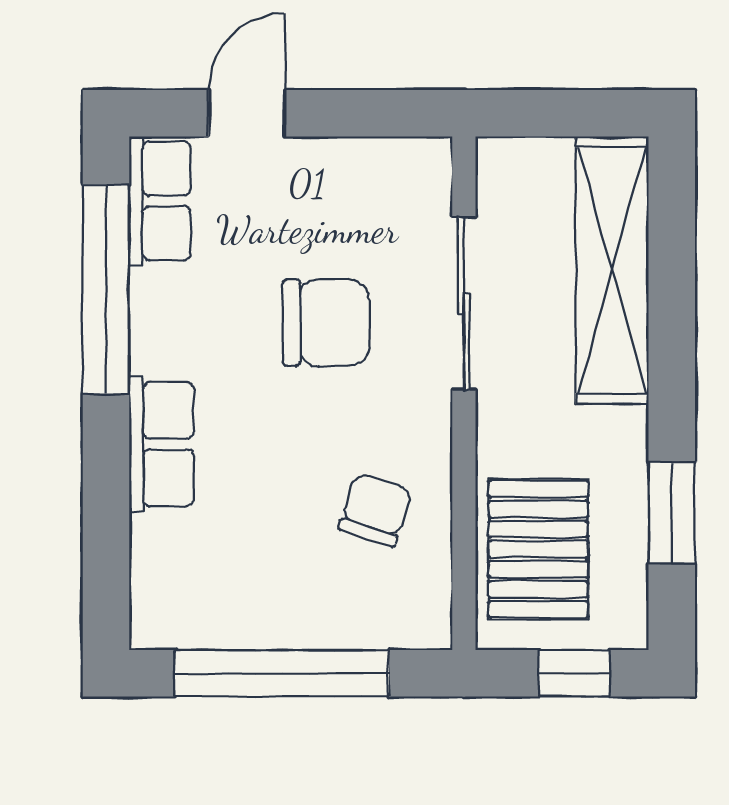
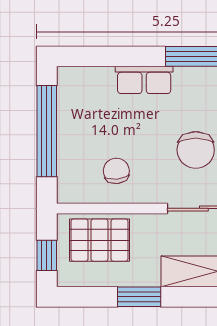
chair: (375, 510) -> (116, 171), turned -114
window: (672, 513) -> (139, 297), moved

